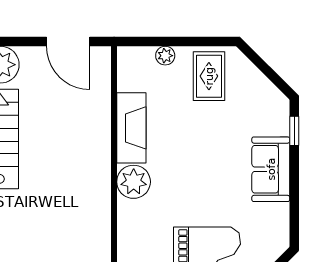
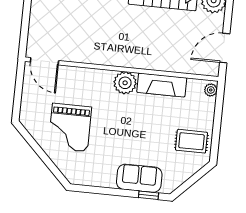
plant: (165, 56) -> (211, 90), moved
sofa: (271, 169) -> (139, 178), moved

